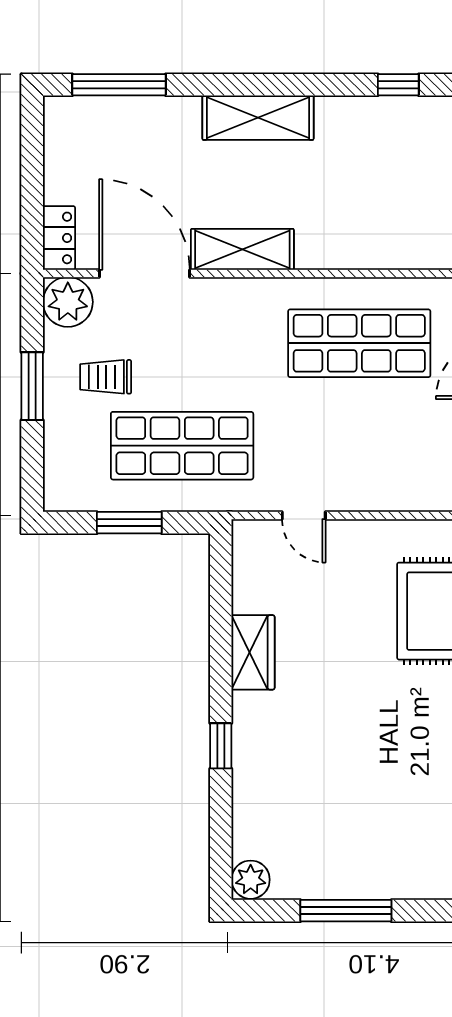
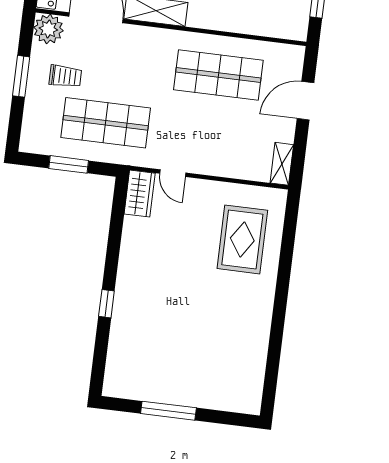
trolley: (106, 377) -> (65, 76), turned 180
wardrobe: (253, 652) -> (140, 194), moved
plant: (251, 880) -> (114, 385), removed

